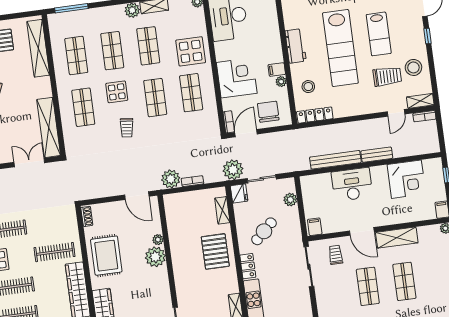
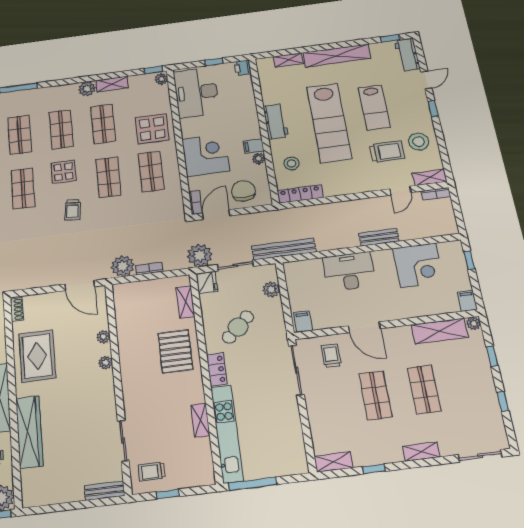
bench: (335, 160) -> (284, 249), moved
shelving: (397, 238) -> (440, 331), moved
plant: (155, 257) -> (105, 363), width x0.53, depth x0.53

